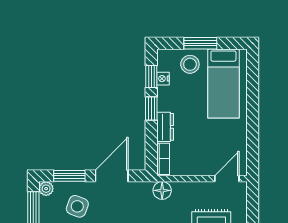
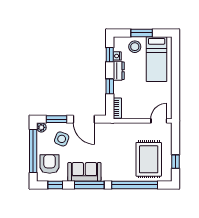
window: (151, 109) -> (110, 86), moved
dresser: (165, 127) -> (119, 71), moved
door: (112, 176) -> (84, 119), swing flipped
floor lamp: (162, 190) -> (117, 129), removed

